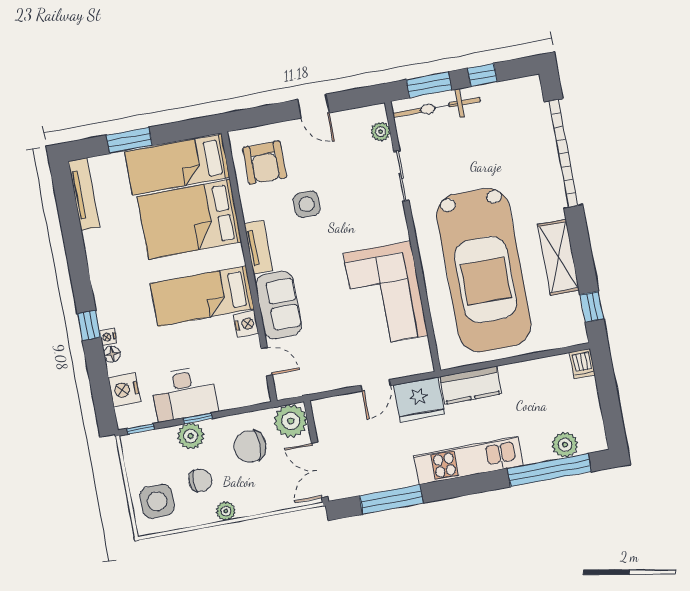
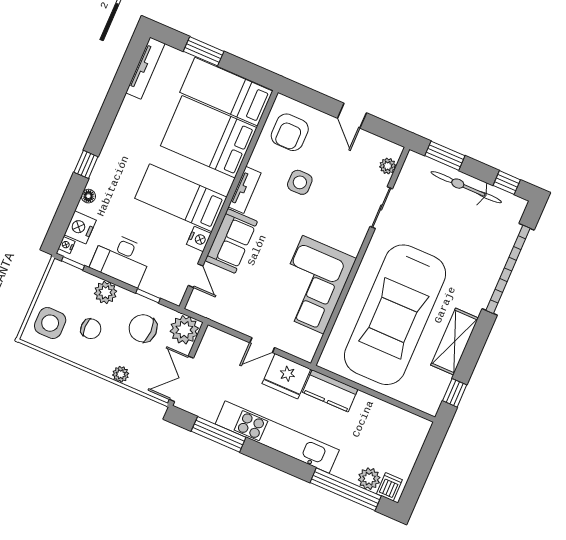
window: (482, 75) -> (507, 183), moved
bicycle: (437, 107) -> (466, 187), moved
nightstand: (108, 337) -> (67, 245), moved
dishwasher: (582, 364) -> (389, 487), moved, turned 180
window: (198, 418) -> (148, 296), moved
kitchen unit: (468, 461) -> (277, 437), width x1.36
plant: (226, 511) -> (121, 374), moved

